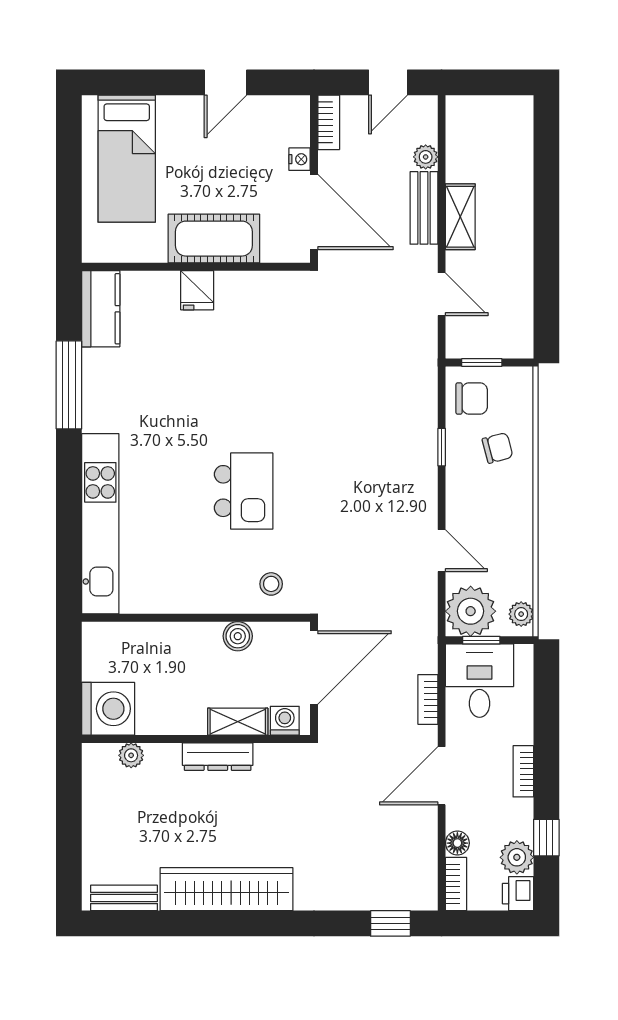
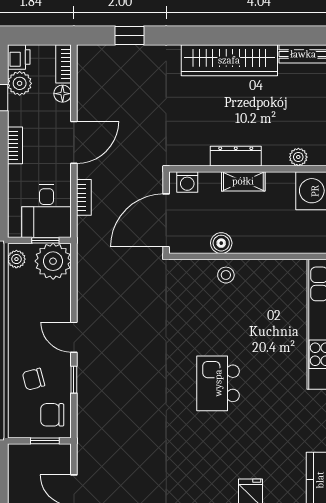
kitchen island: (244, 491) -> (218, 383), moved
door: (442, 551) -> (74, 337), moved
stool: (271, 584) -> (226, 275), moved
shelving: (238, 722) -> (243, 181), moved
window: (390, 923) -> (129, 36), moved

